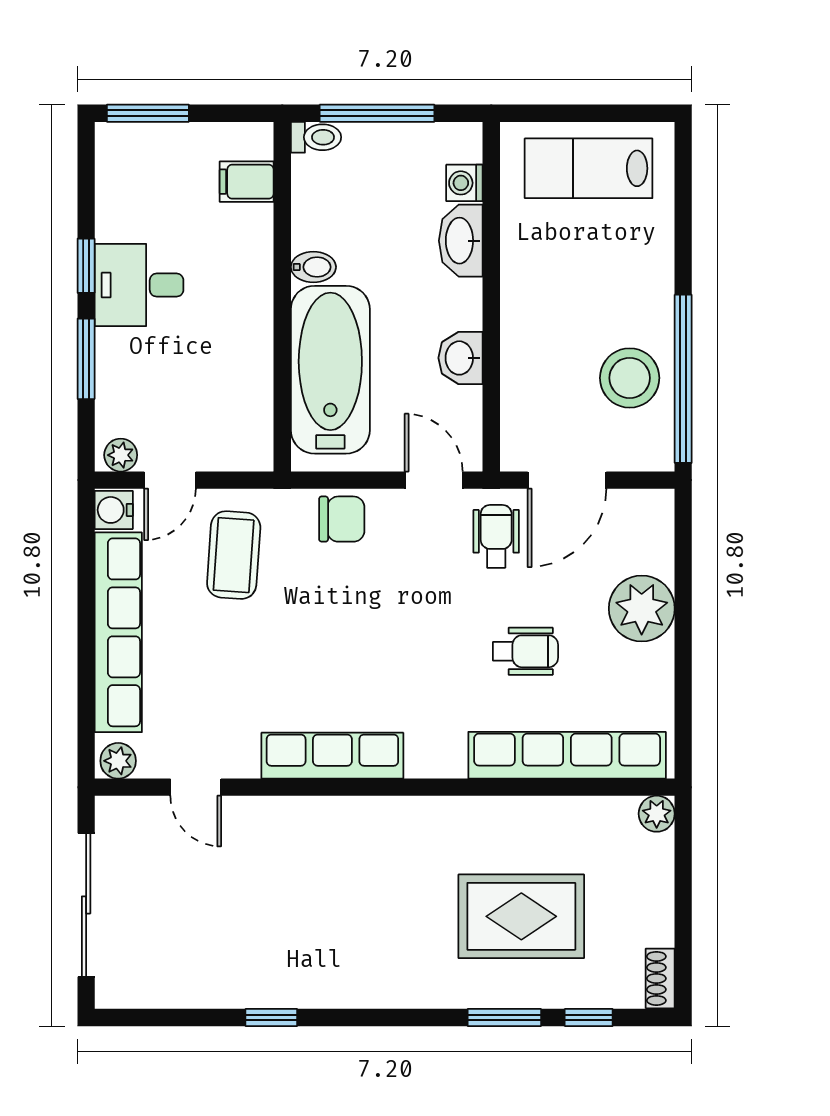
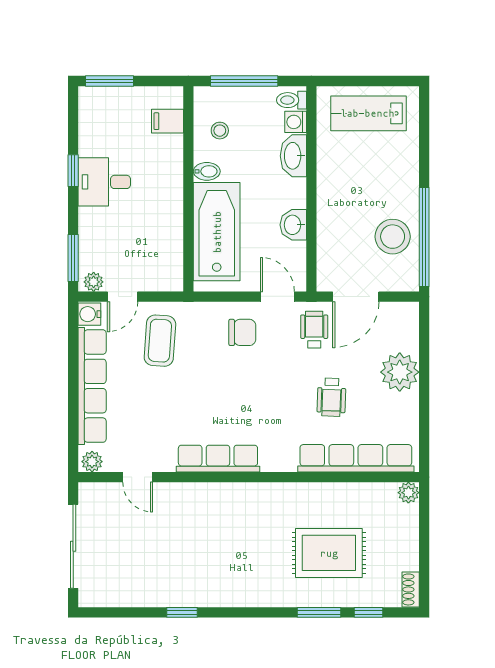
toilet: (316, 137) -> (291, 100), moved, turned 180
stool: (336, 198) -> (220, 131), added
window: (86, 359) -> (73, 258), moved
chair: (342, 519) -> (242, 332), moved
wheelchair: (526, 651) -> (331, 397), turned 92

